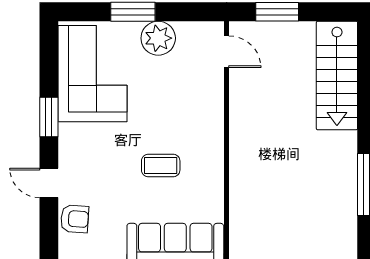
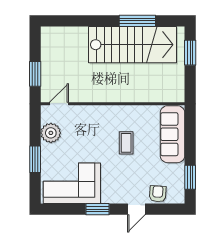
plant: (158, 38) -> (51, 133), moved
stairs: (337, 76) -> (133, 45), moved, width x1.36, depth x1.51

